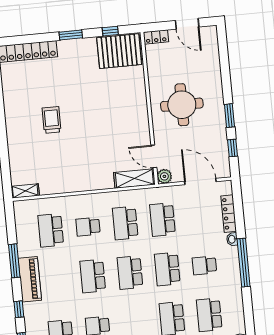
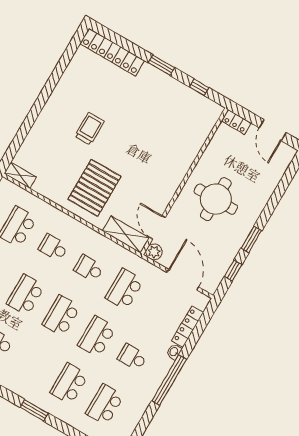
pallet: (119, 51) -> (94, 188), moved, turned 90
school desk: (125, 223) -> (89, 268), width x0.54

